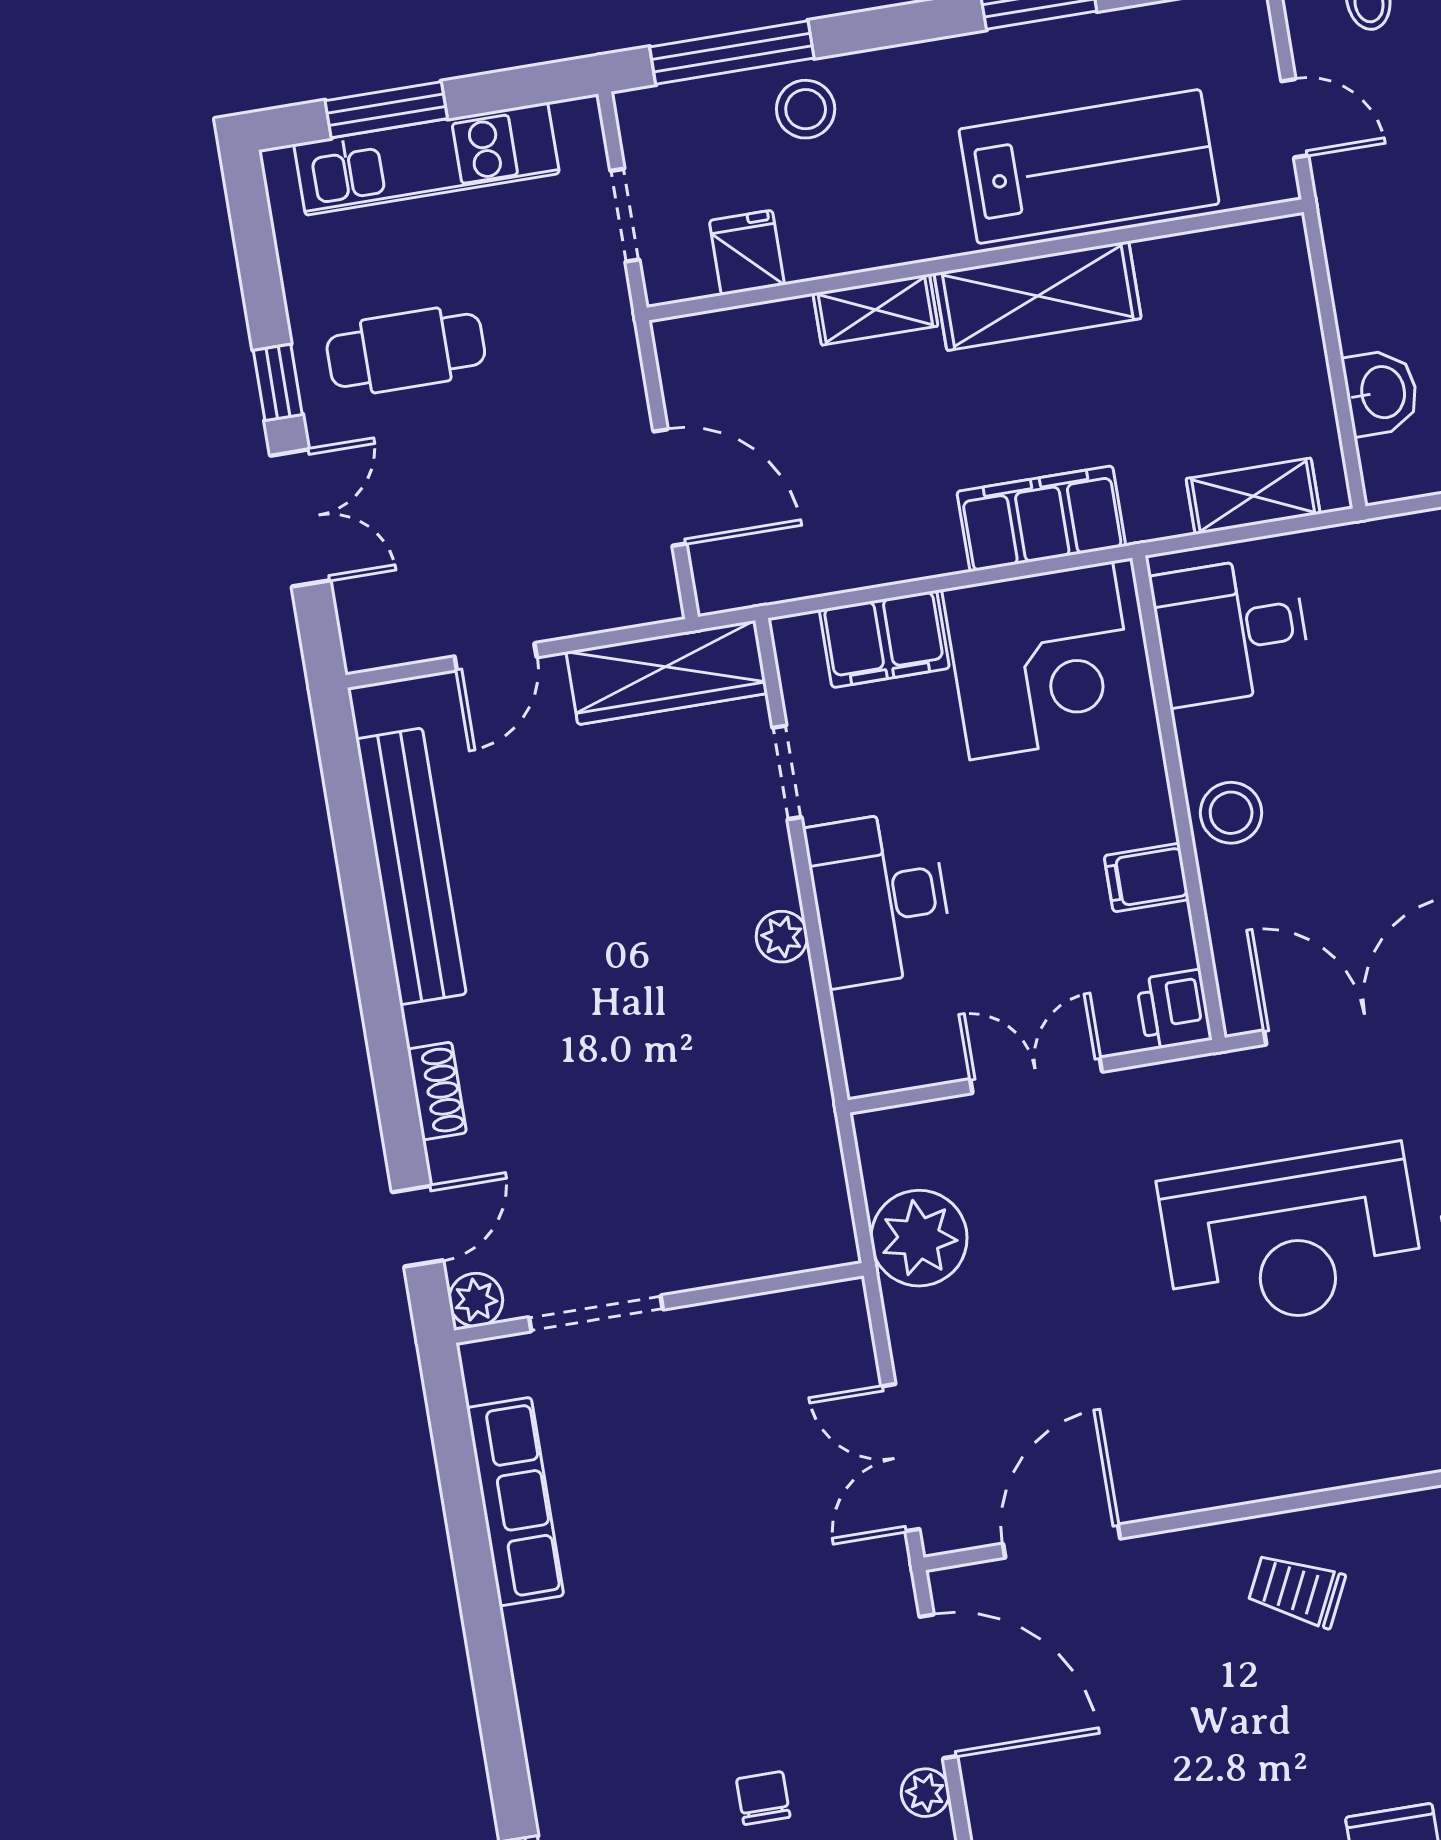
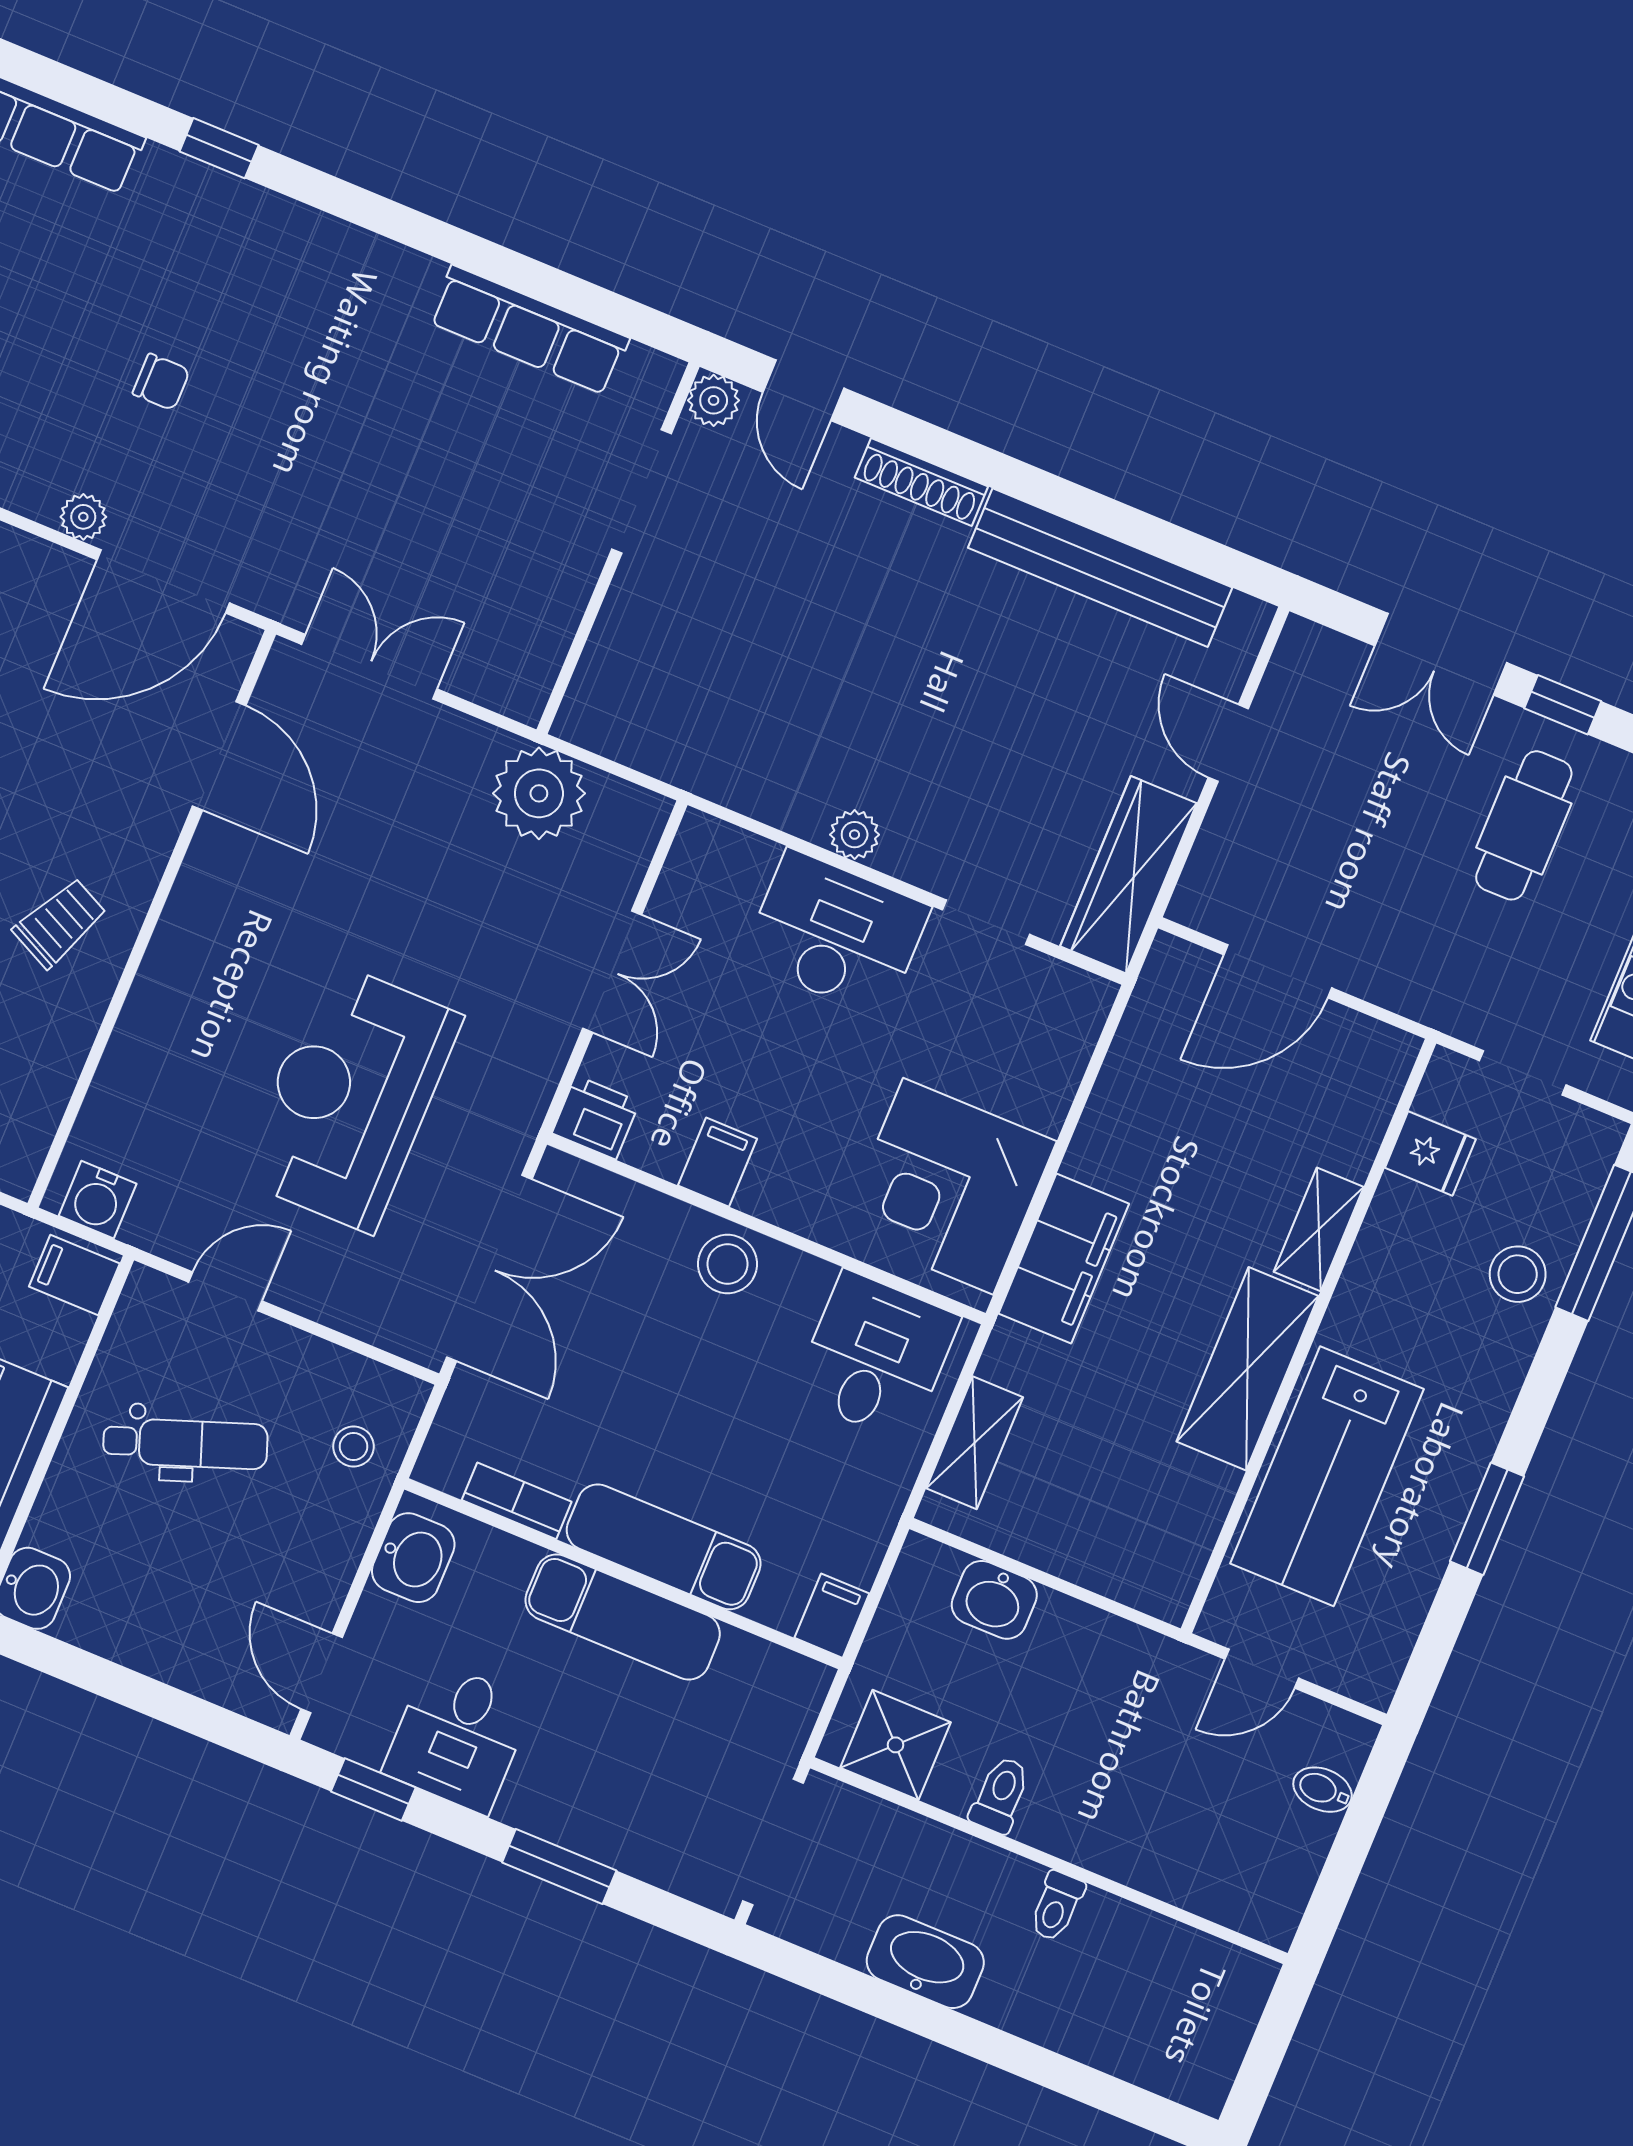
filing cabinet: (884, 639) -> (1045, 1069), removed
shoe rack: (437, 1091) -> (921, 482), width x1.43

